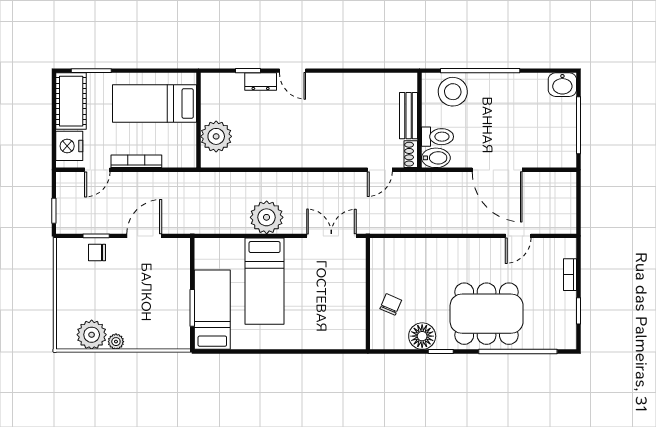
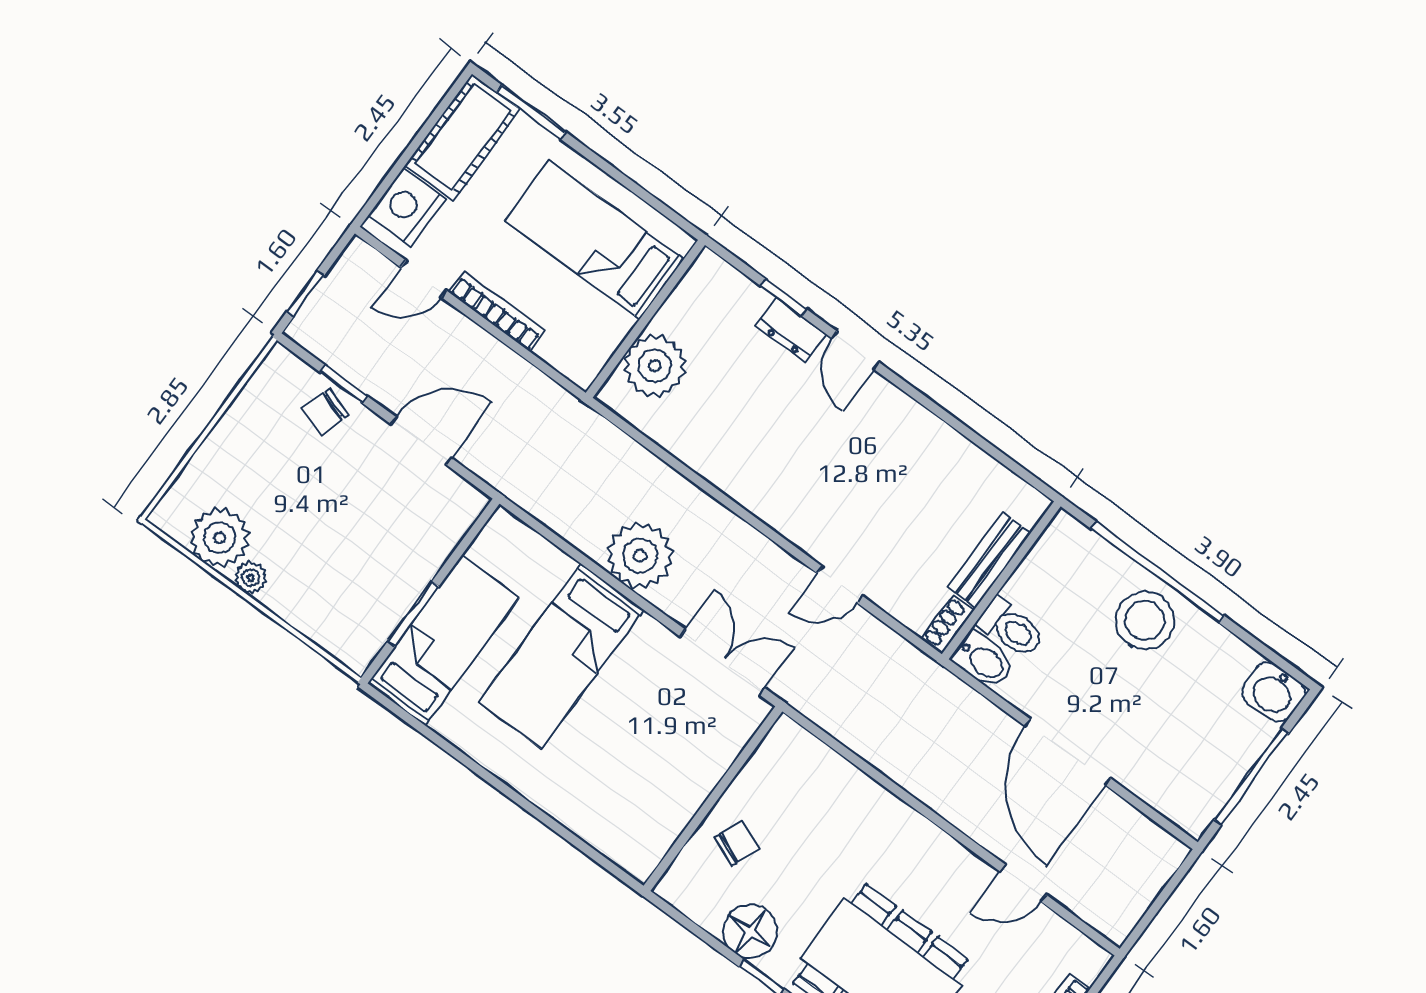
stool: (453, 92) -> (1145, 620), moved
door: (380, 170) -> (840, 585), moved
chair: (97, 252) -> (325, 412), turned -72

